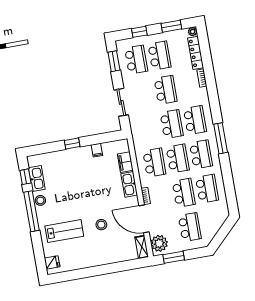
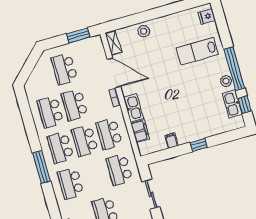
school desk: (172, 124) -> (119, 170), moved
stool: (101, 225) -> (144, 31), moved
plant: (159, 243) -> (95, 48), removed

